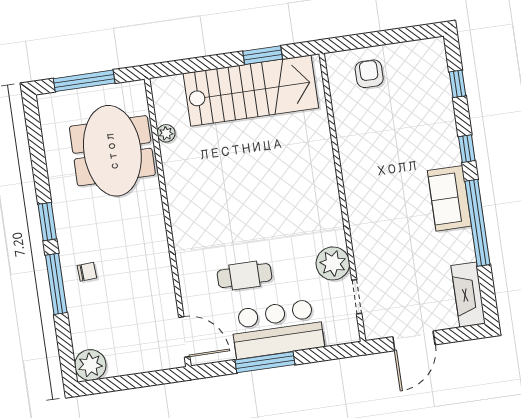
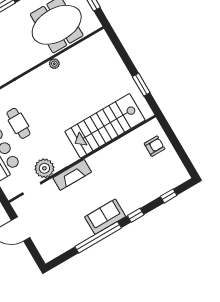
stairs: (251, 91) -> (105, 126), moved, turned 90
plant: (166, 133) -> (54, 64), moved
fireplace: (468, 295) -> (72, 175), moved, turned 180

